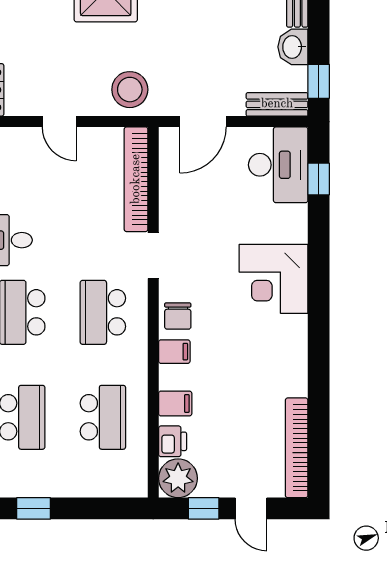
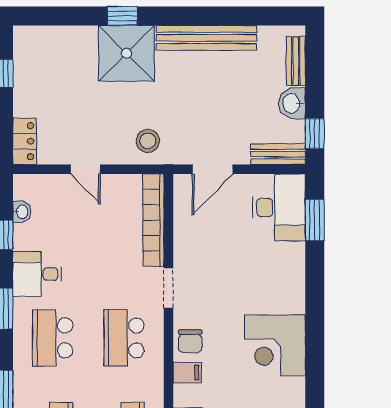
stool: (130, 90) -> (148, 141), width x0.73, depth x0.73
window: (319, 179) -> (315, 220), width x1.50
corner desk: (274, 279) -> (275, 345), moved

